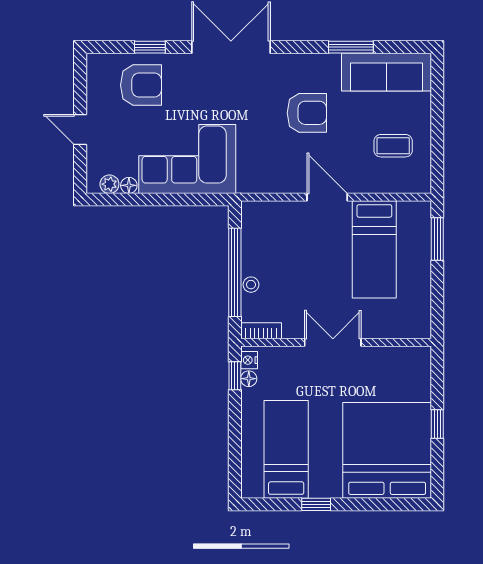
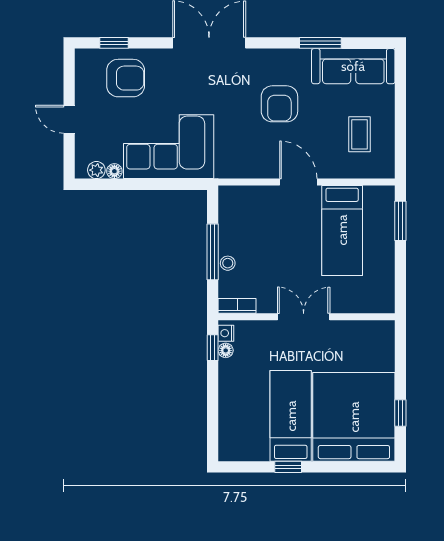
window: (150, 47) -> (114, 43), moved
armchair: (307, 113) -> (279, 104), turned 90
coffee table: (393, 146) -> (360, 134), turned 90
window: (235, 272) -> (213, 252), width x0.68
window: (437, 424) -> (400, 413), moved
bed: (286, 449) -> (291, 416), moved

